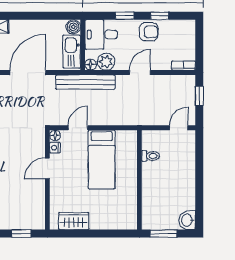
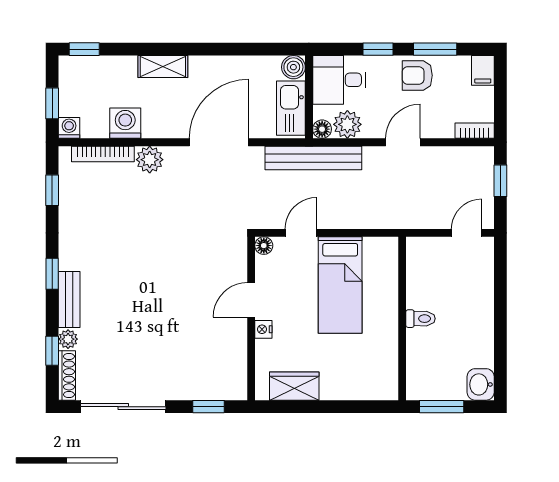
window: (160, 16) -> (435, 49), width x1.50
filing cabinet: (189, 29) -> (483, 70), added
armchair: (149, 32) -> (417, 75), turned 180
nightstand: (55, 148) -> (263, 329), moved
toilet: (151, 156) -> (420, 319), moved

